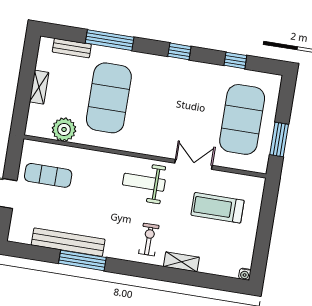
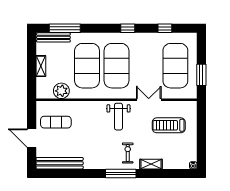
window: (110, 40) -> (65, 28), moved
bench: (72, 48) -> (53, 37), width x1.36
exercise mat: (153, 105) -> (116, 66), added
weight bench: (144, 182) -> (118, 117), turned -90
bench: (68, 242) -> (60, 163), moved
window: (82, 260) -> (121, 173), moved

